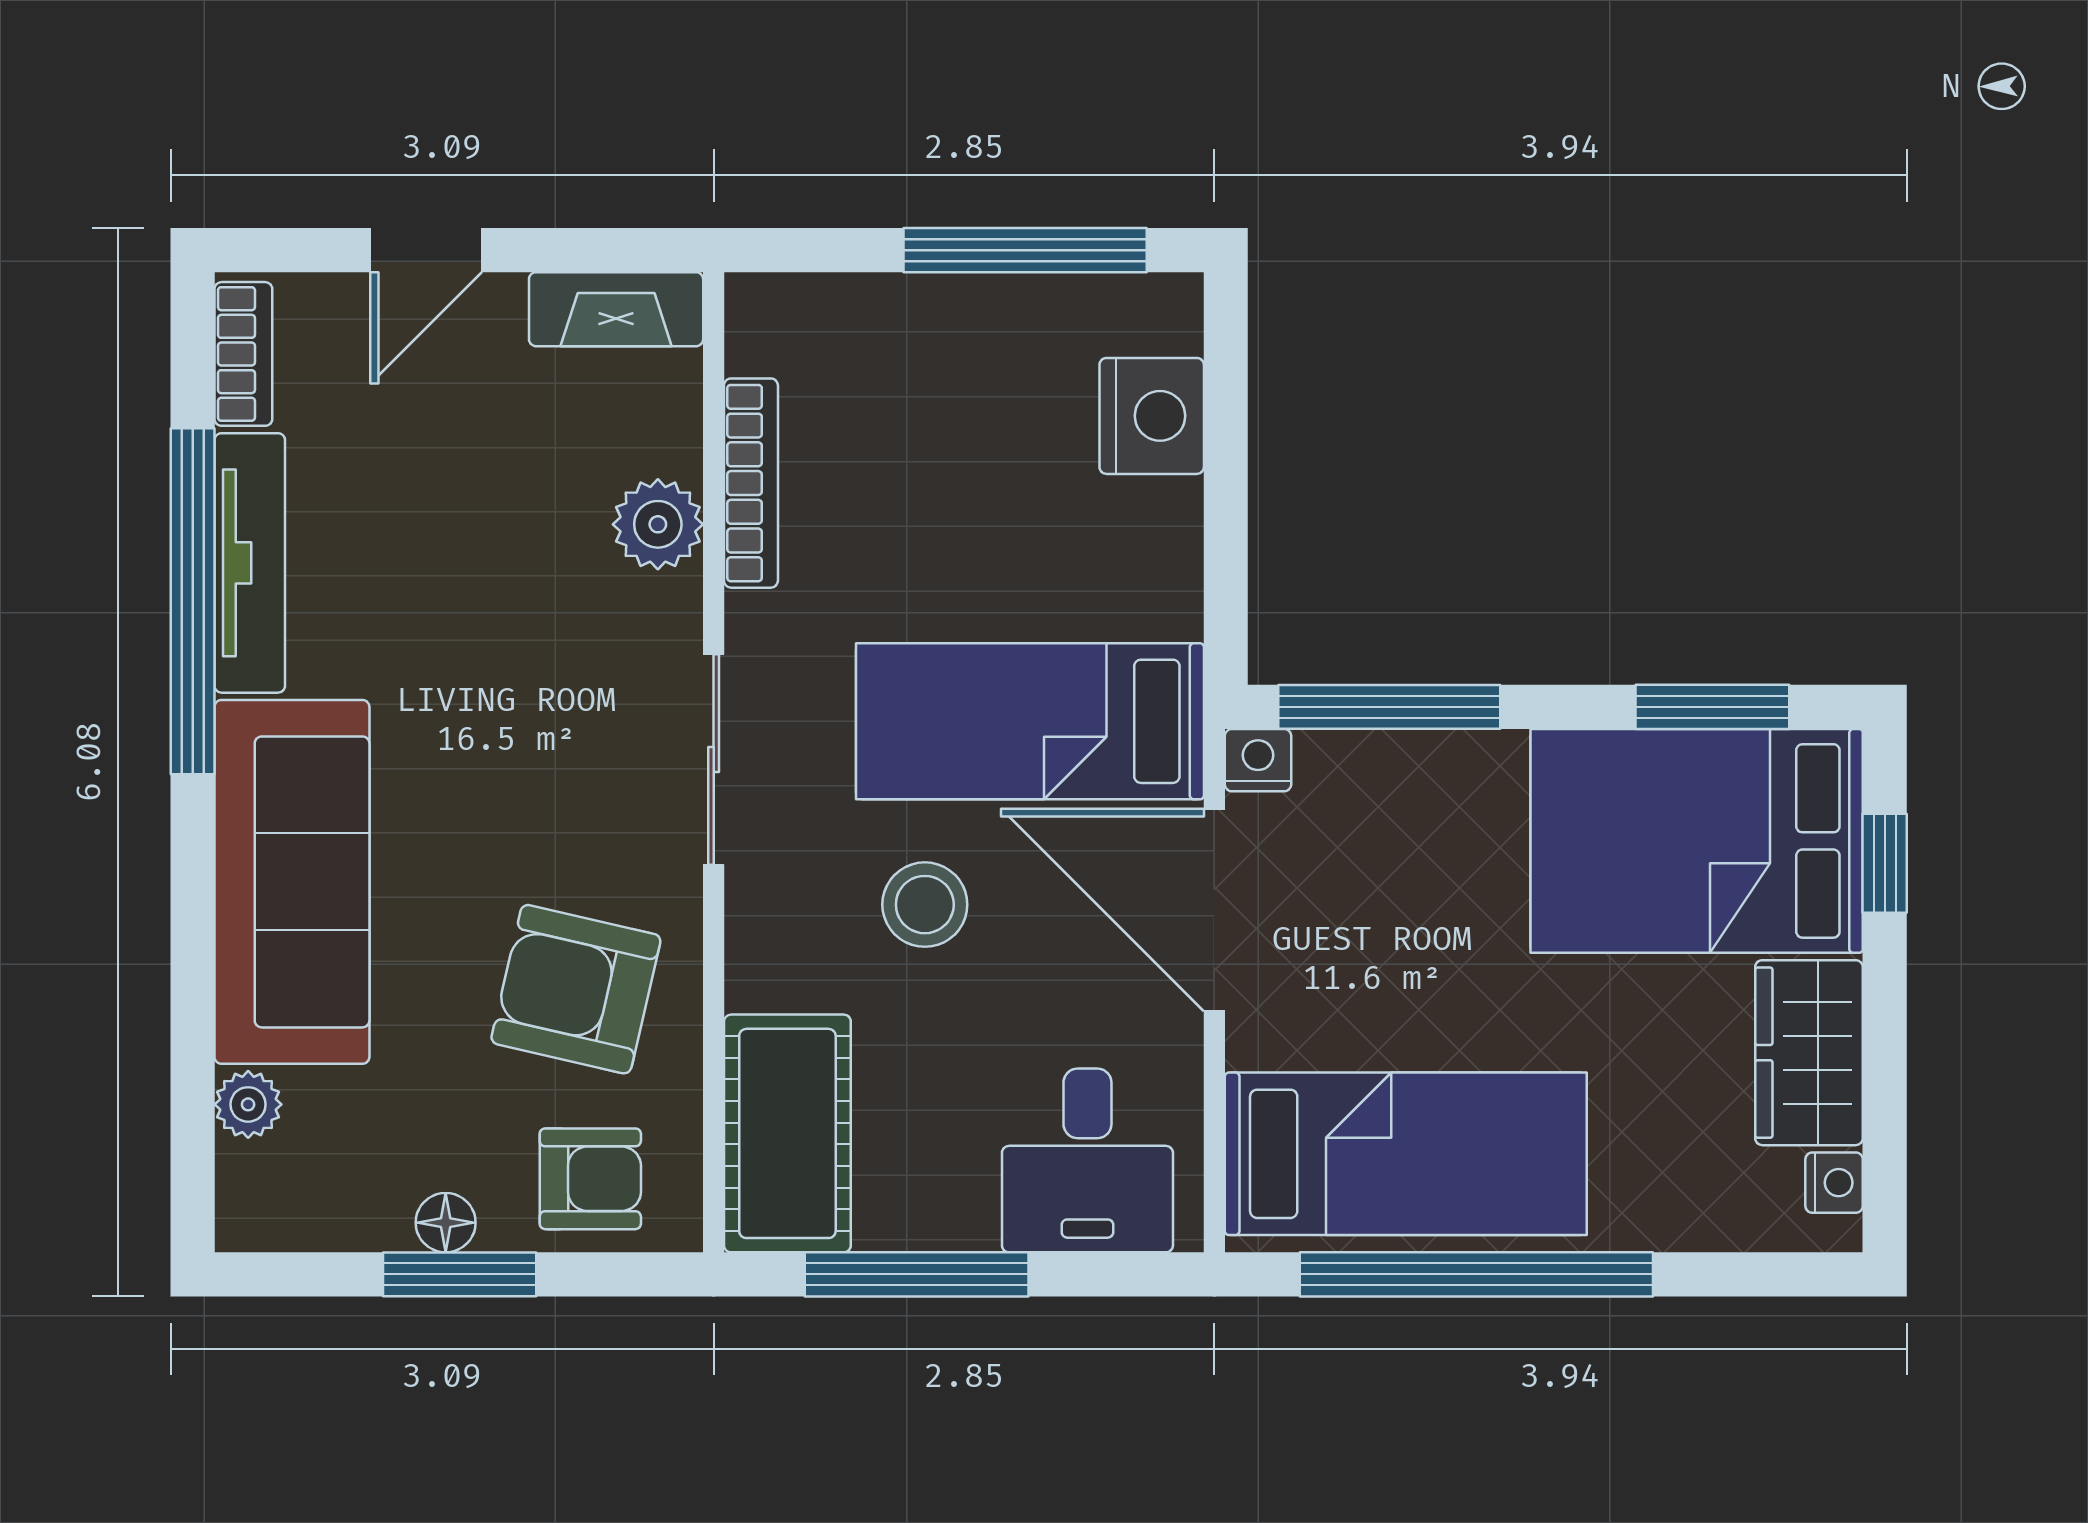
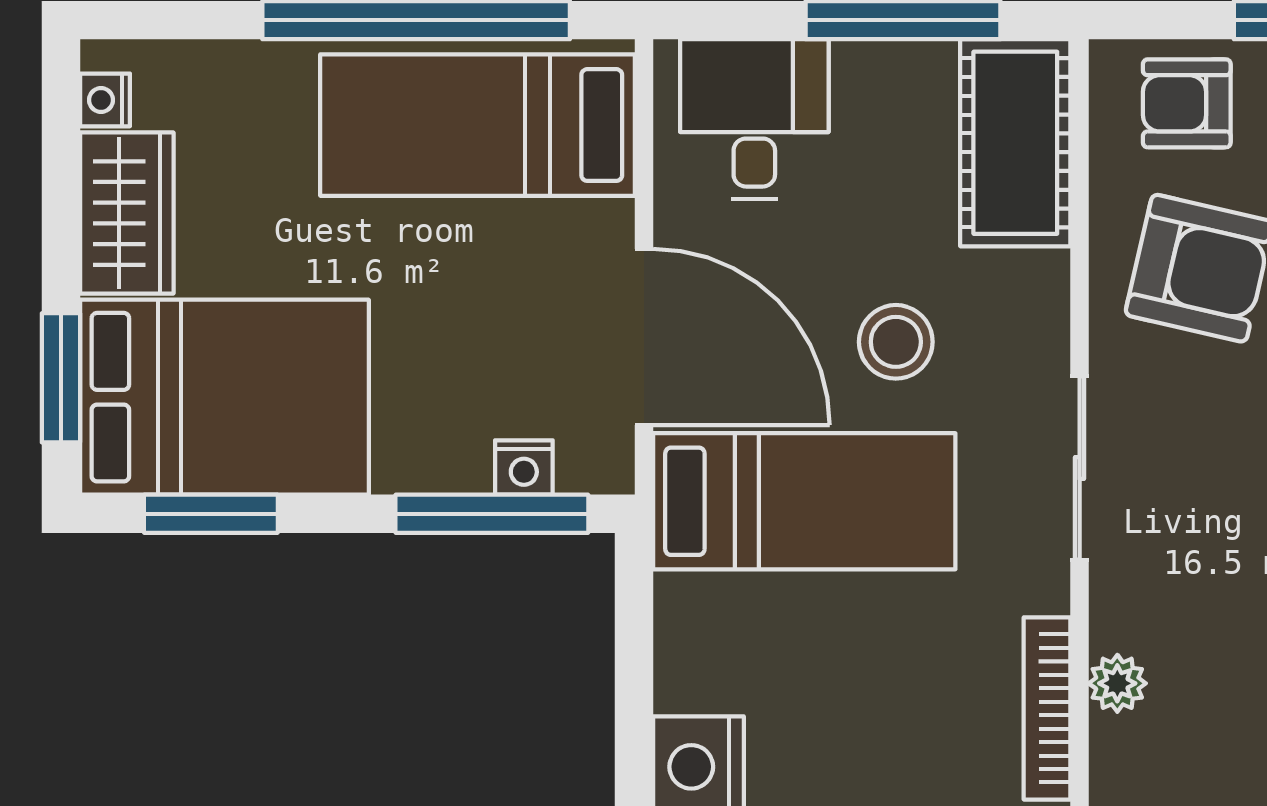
plant: (658, 524) -> (1117, 683), width x0.73, depth x0.73
nightstand: (1258, 760) -> (524, 467), moved
window: (1885, 863) -> (61, 378), width x1.50

